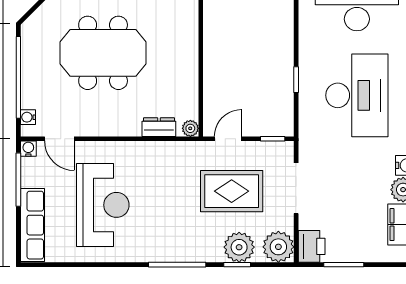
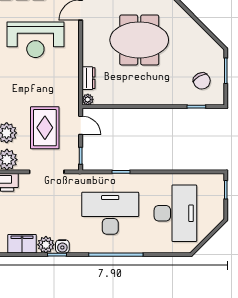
meeting table: (103, 53) -> (139, 40), turned 90
desk: (357, 95) -> (110, 213), turned 180

